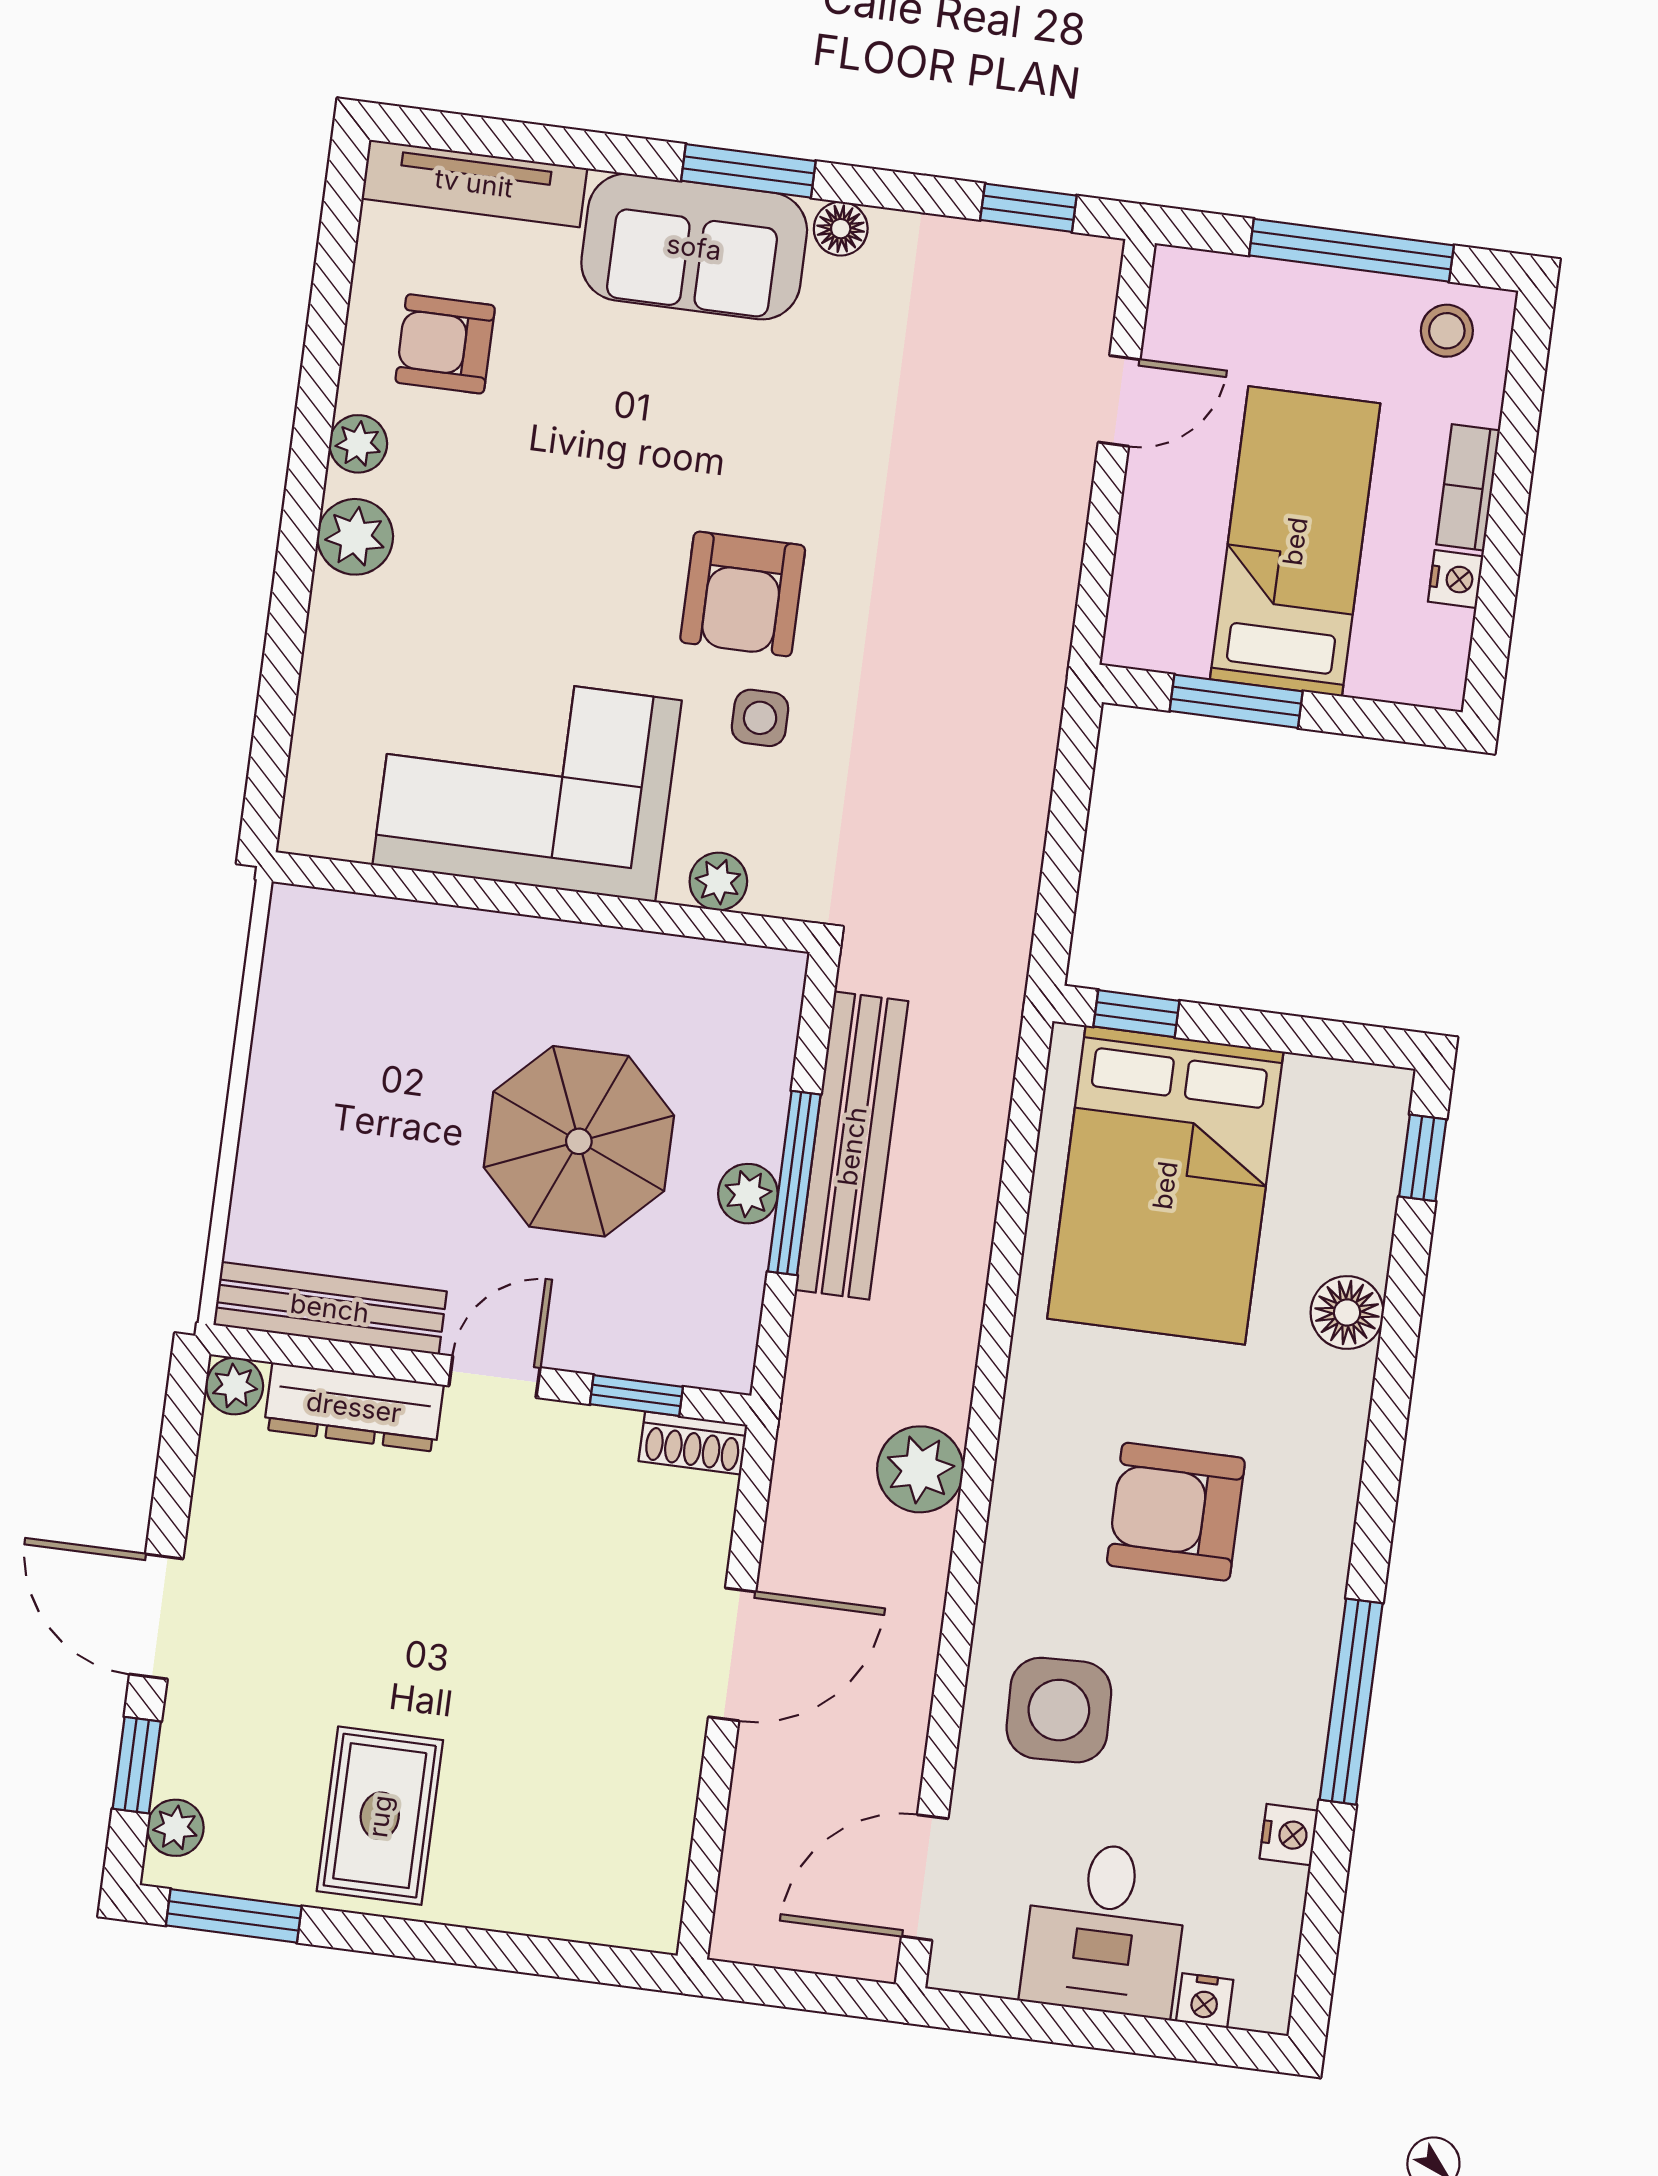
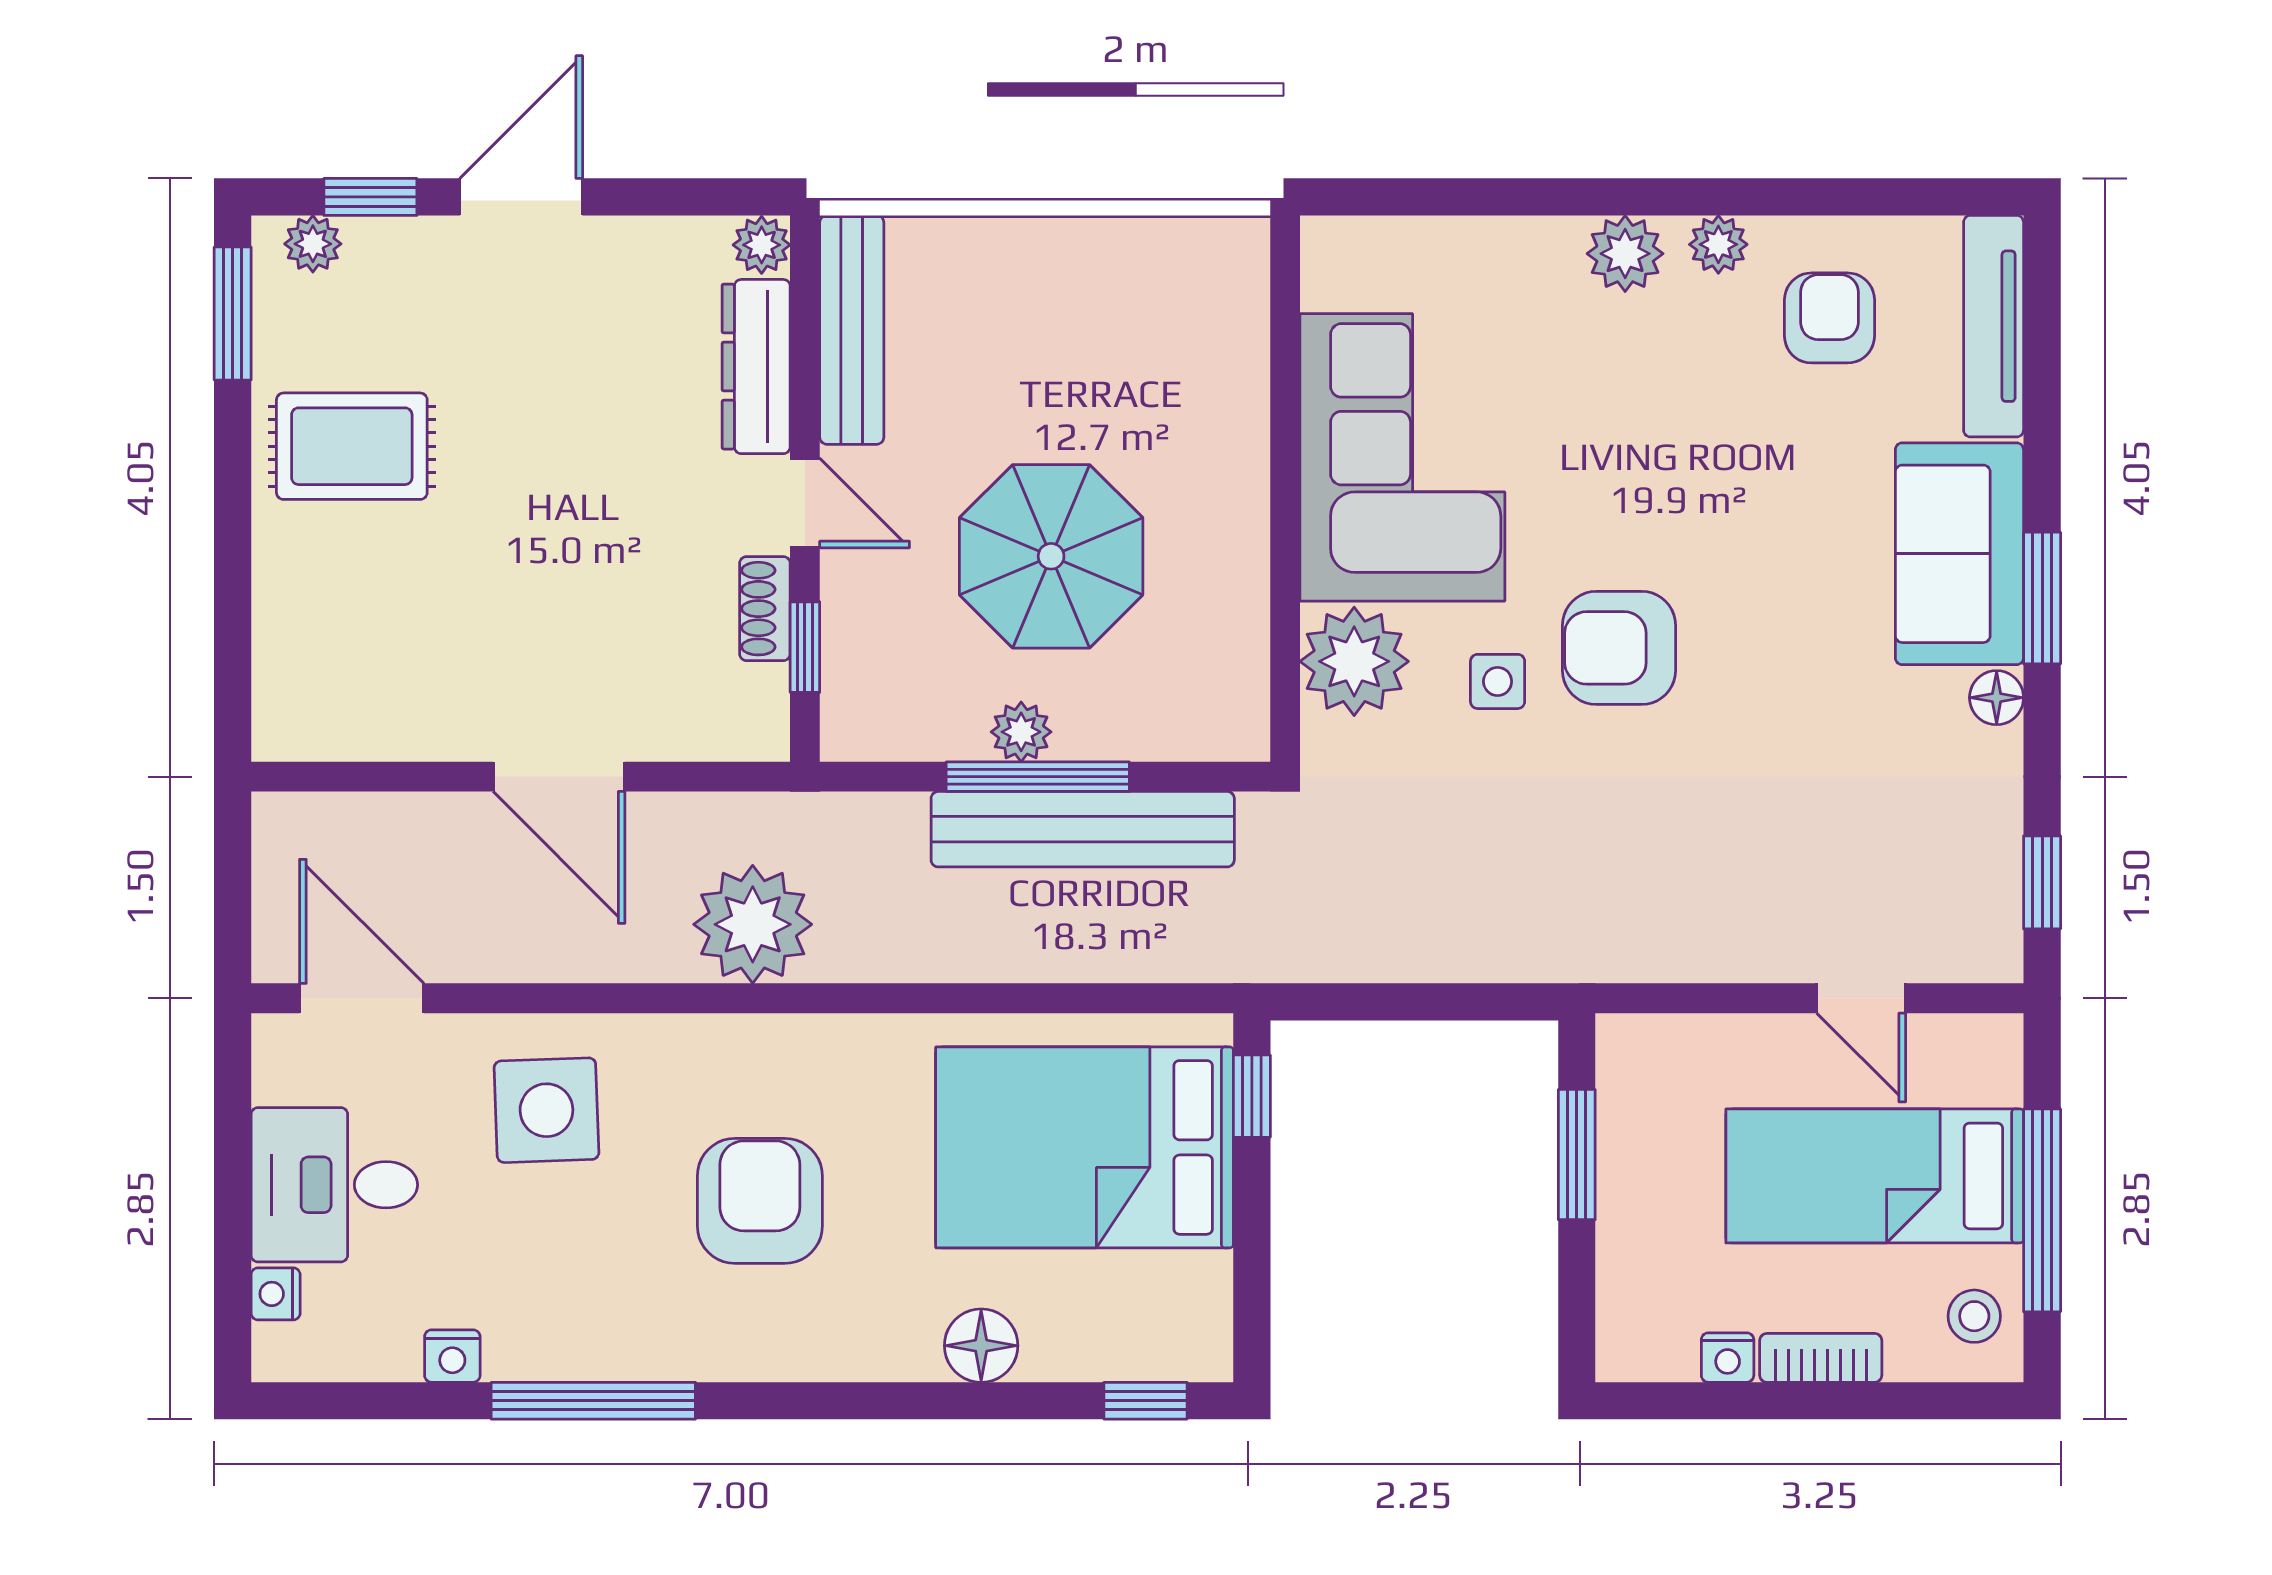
bed: (1295, 541) -> (1875, 1176), moved, turned 180
plant: (718, 881) -> (1354, 661), width x1.88, depth x1.88
shoe rack: (693, 1443) -> (765, 609), moved
plant: (920, 1469) -> (753, 924), width x1.36, depth x1.36

